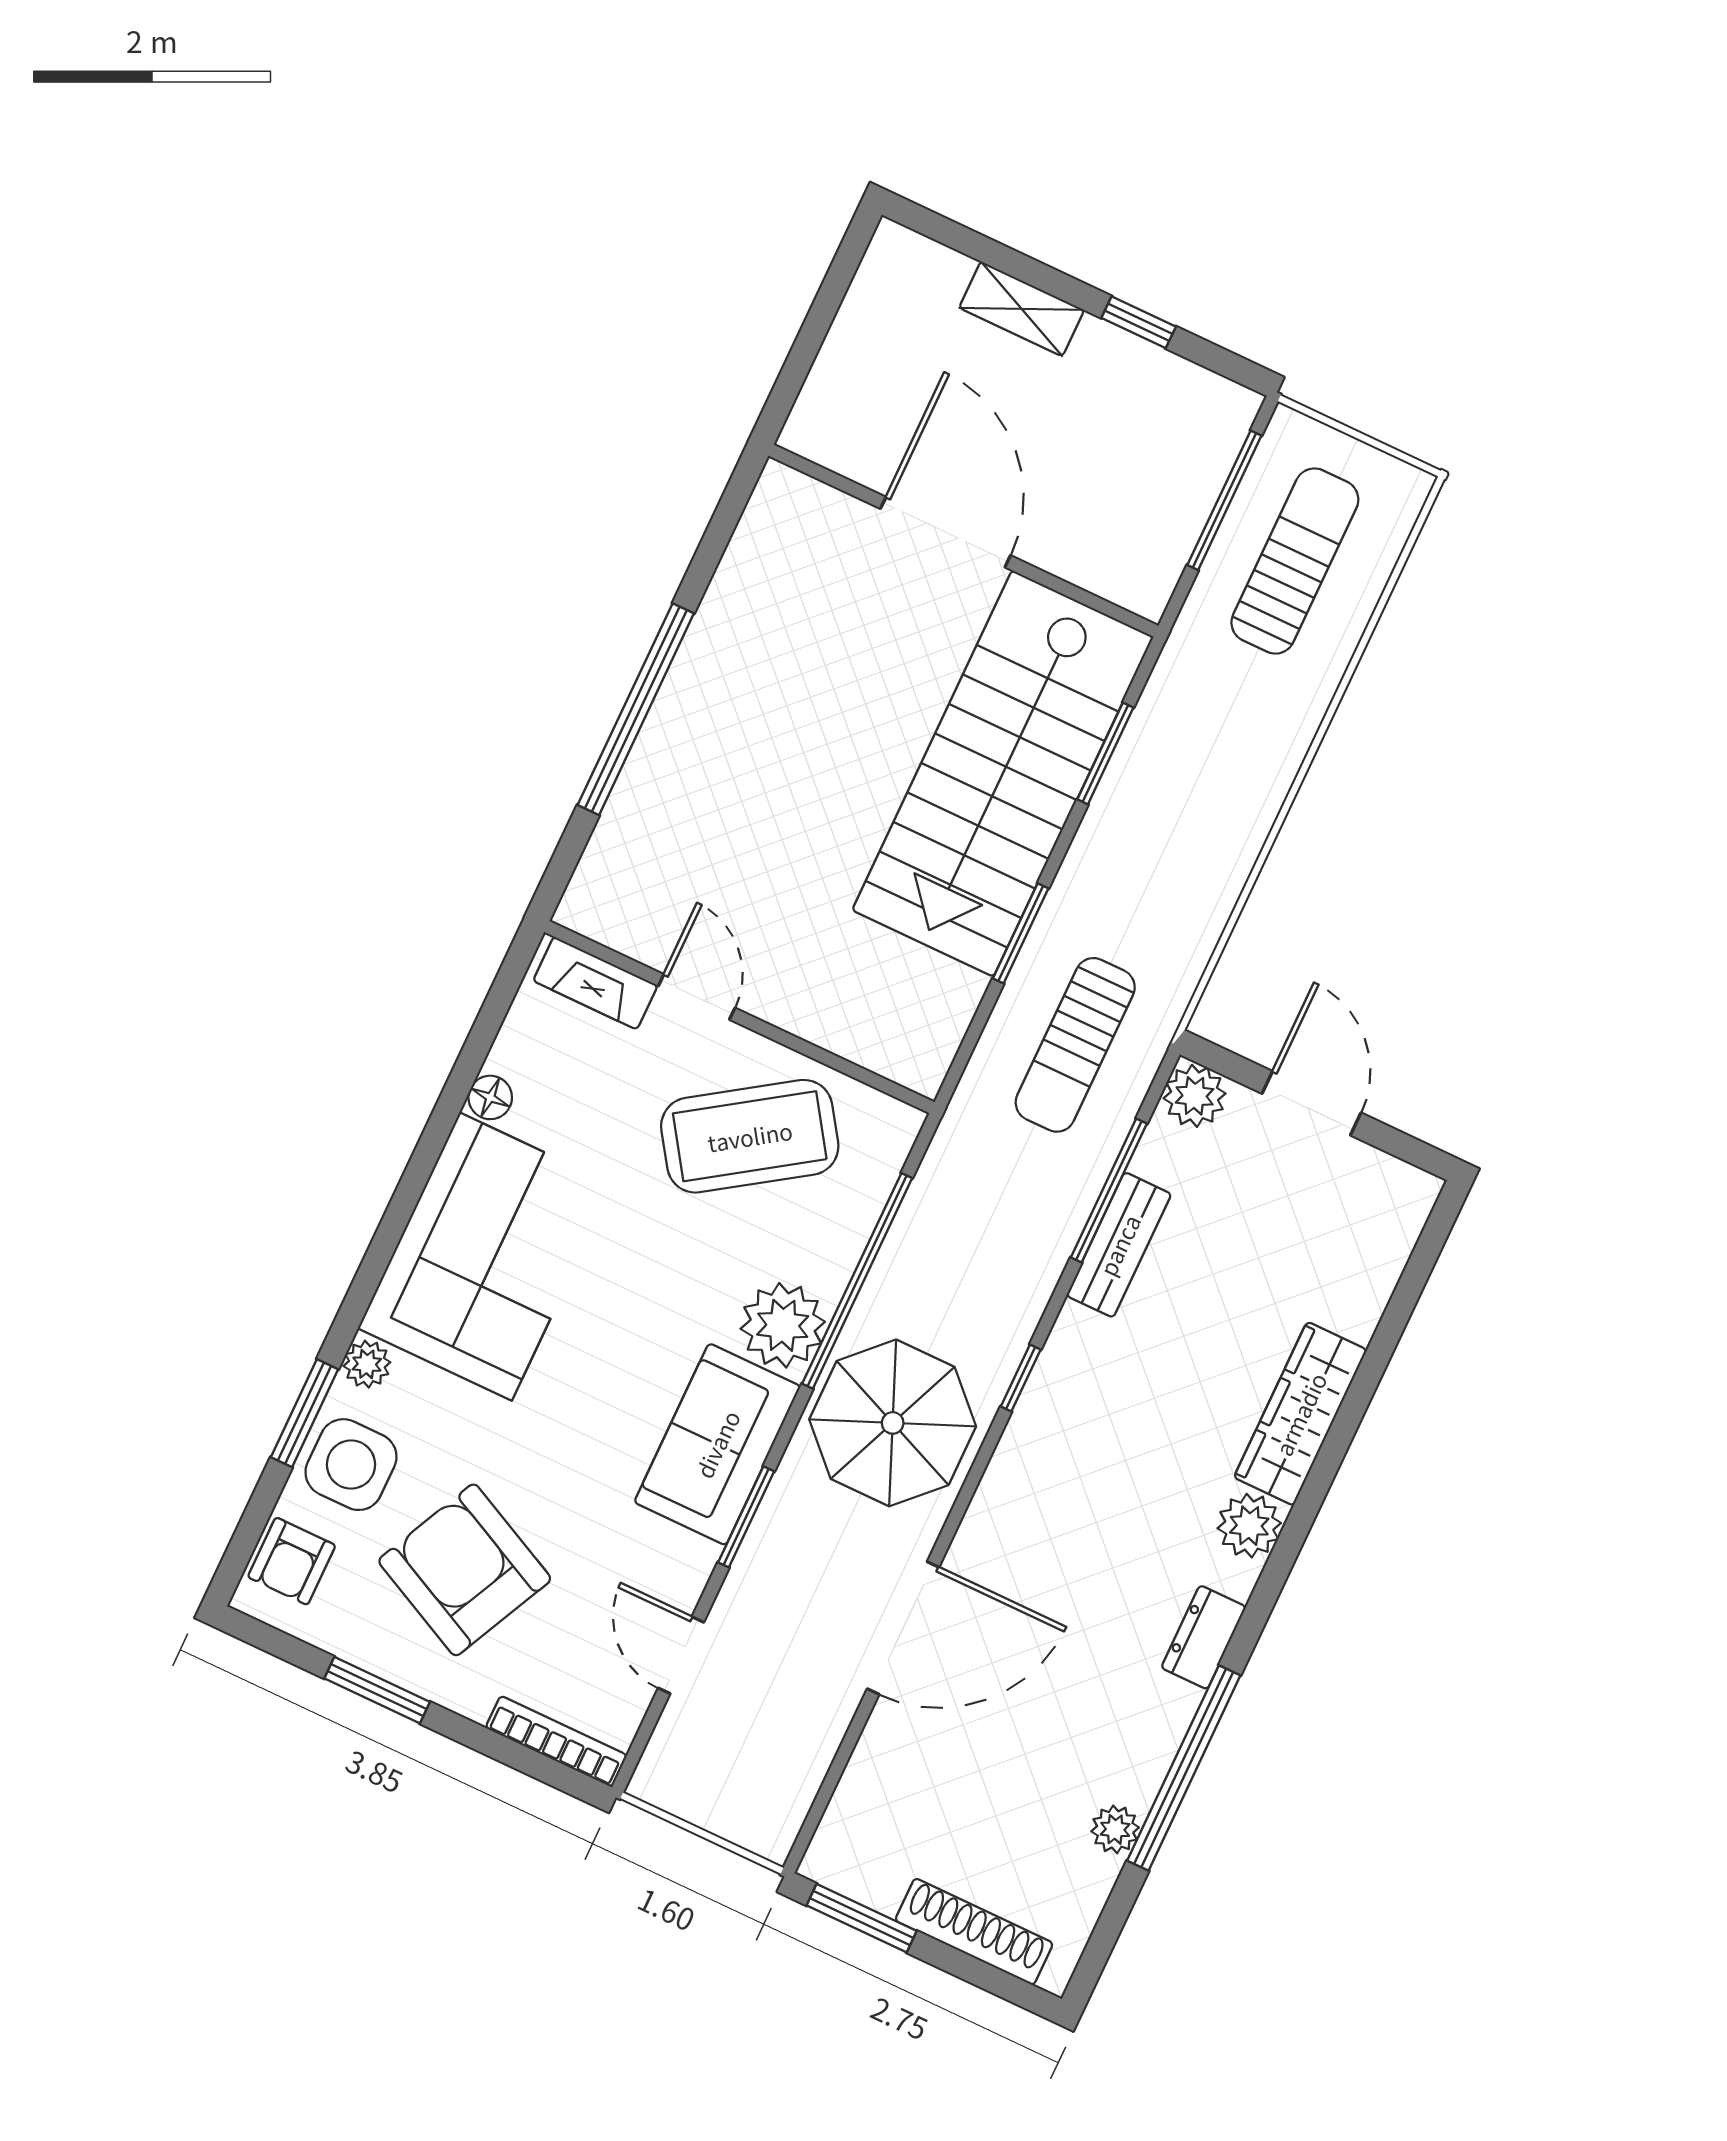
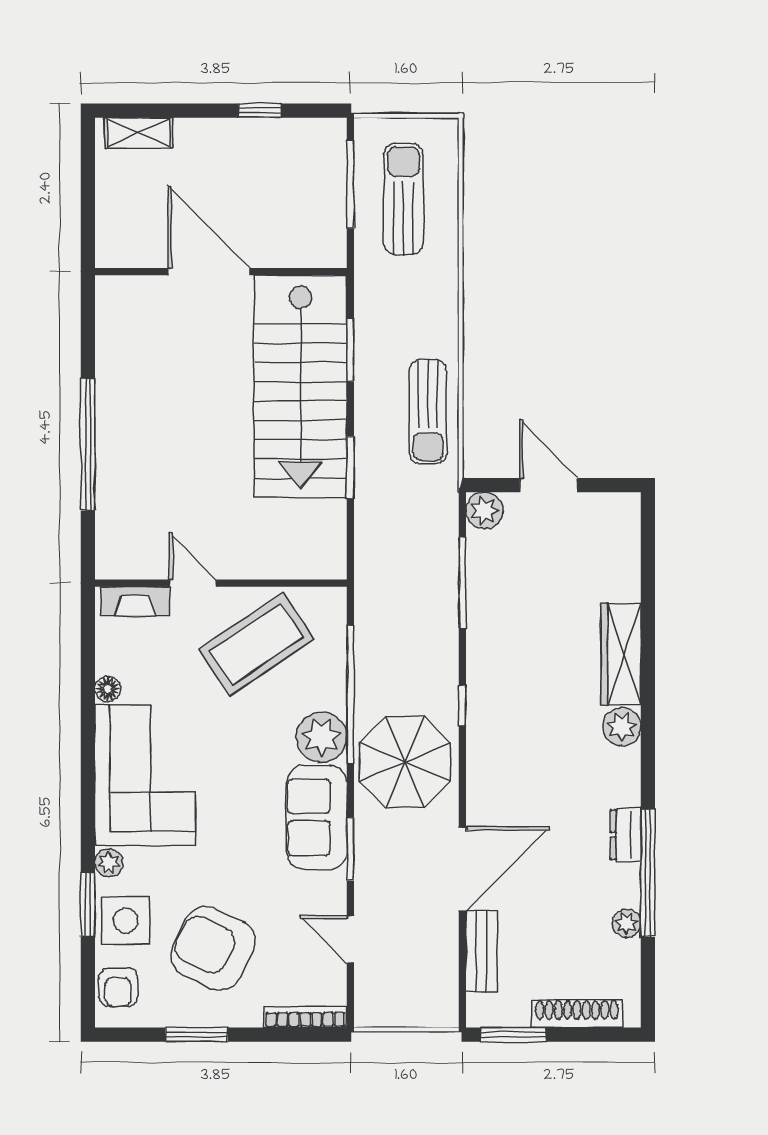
shelving: (1022, 309) -> (138, 133), moved
sun lounger: (1075, 1045) -> (428, 412), moved
bench: (1119, 1245) -> (481, 951), moved
dresser: (1204, 1637) -> (626, 835), moved

